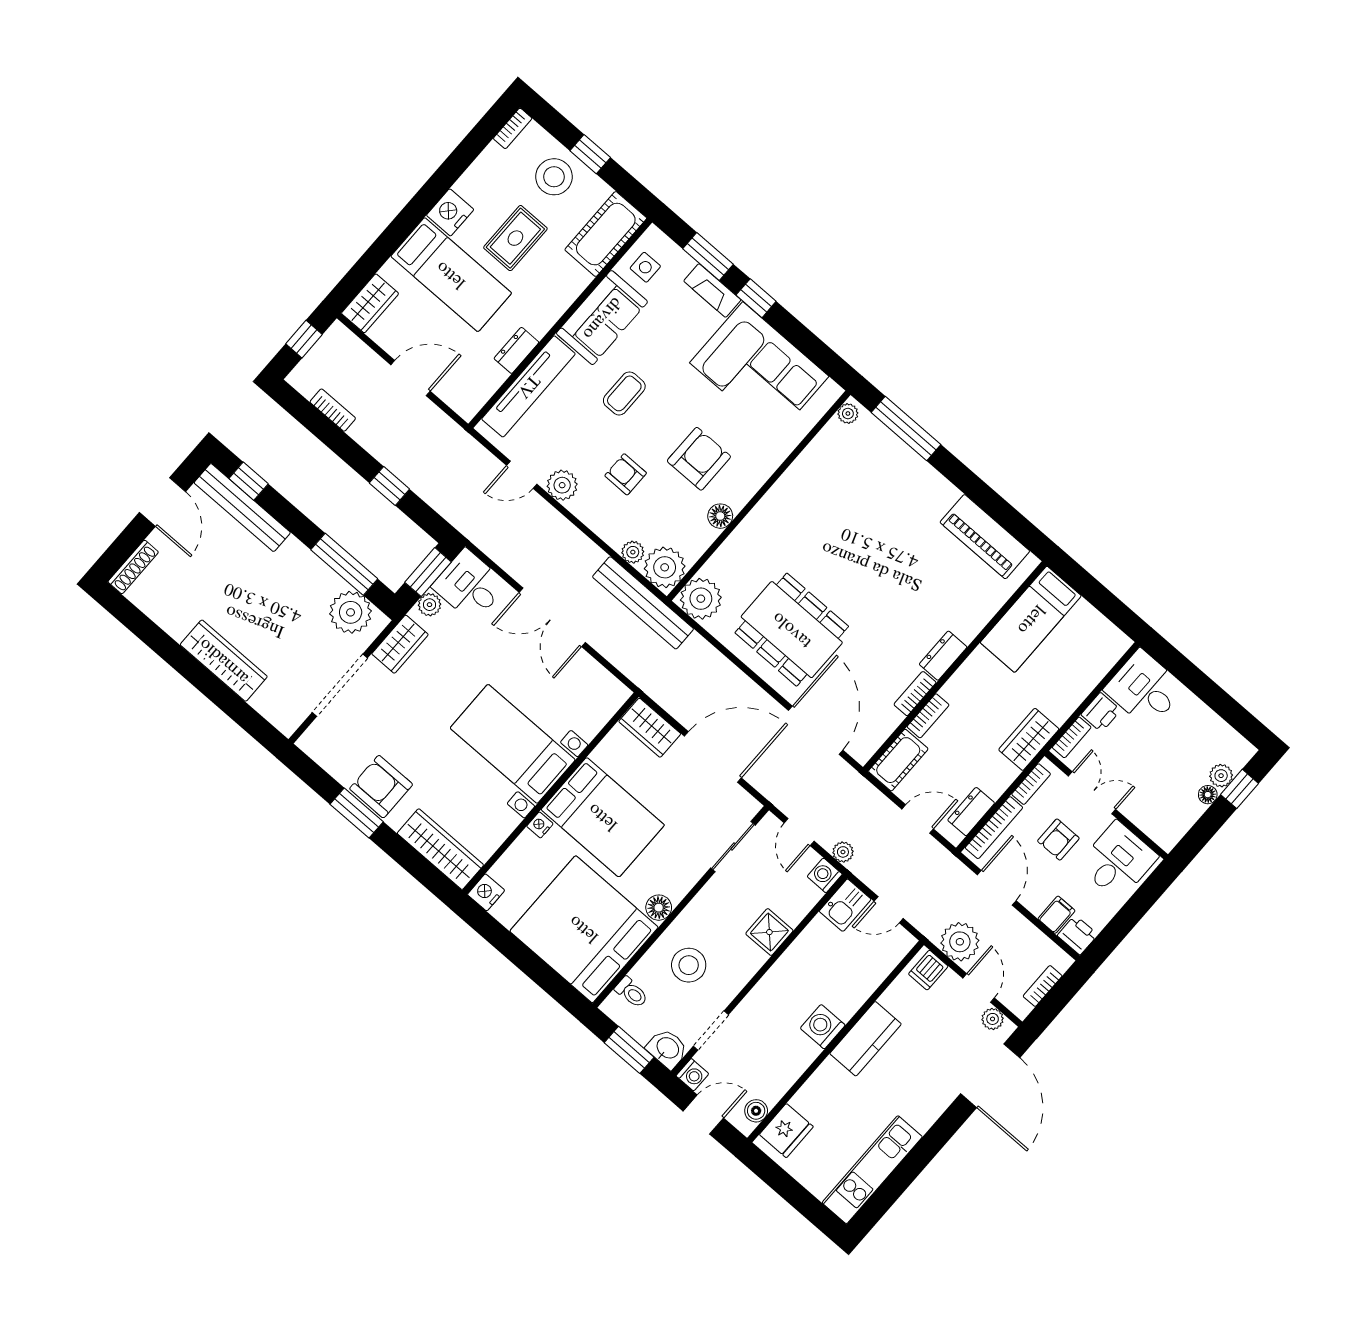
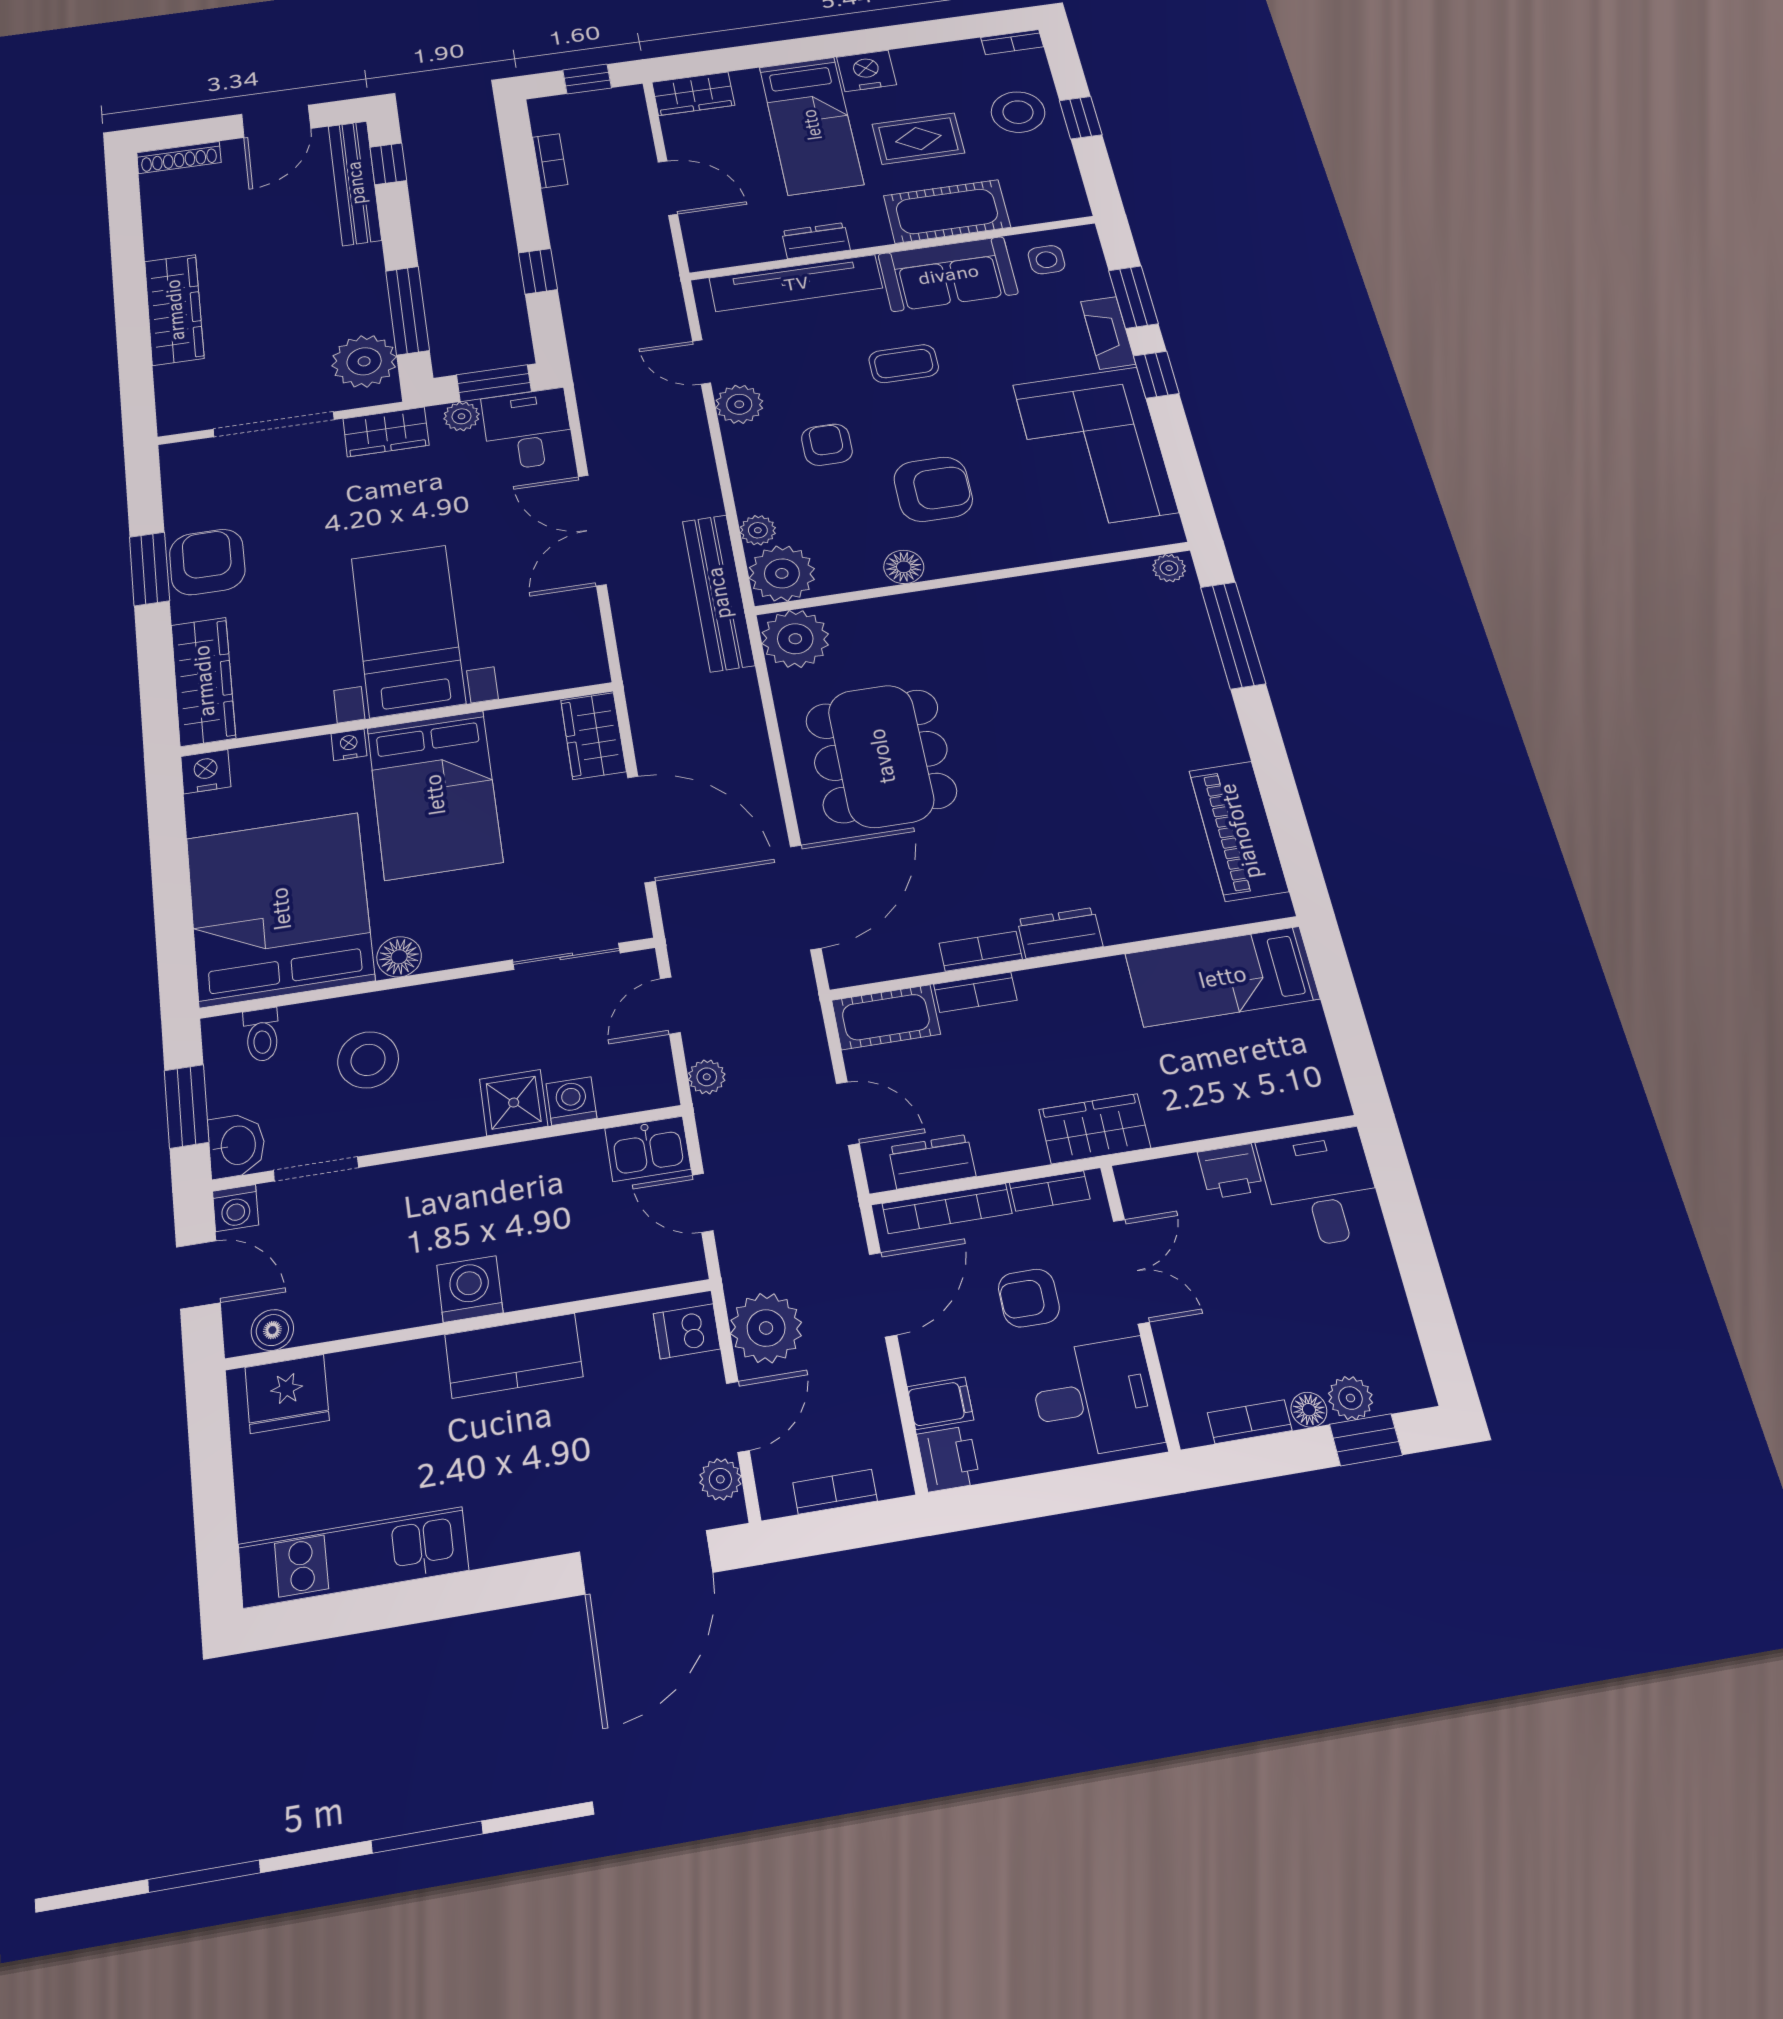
cot: (606, 234) -> (947, 211), moved
bookcase: (1072, 737) -> (1250, 1422), moved, turned 180
washing machine: (825, 875) -> (571, 1101), moved

